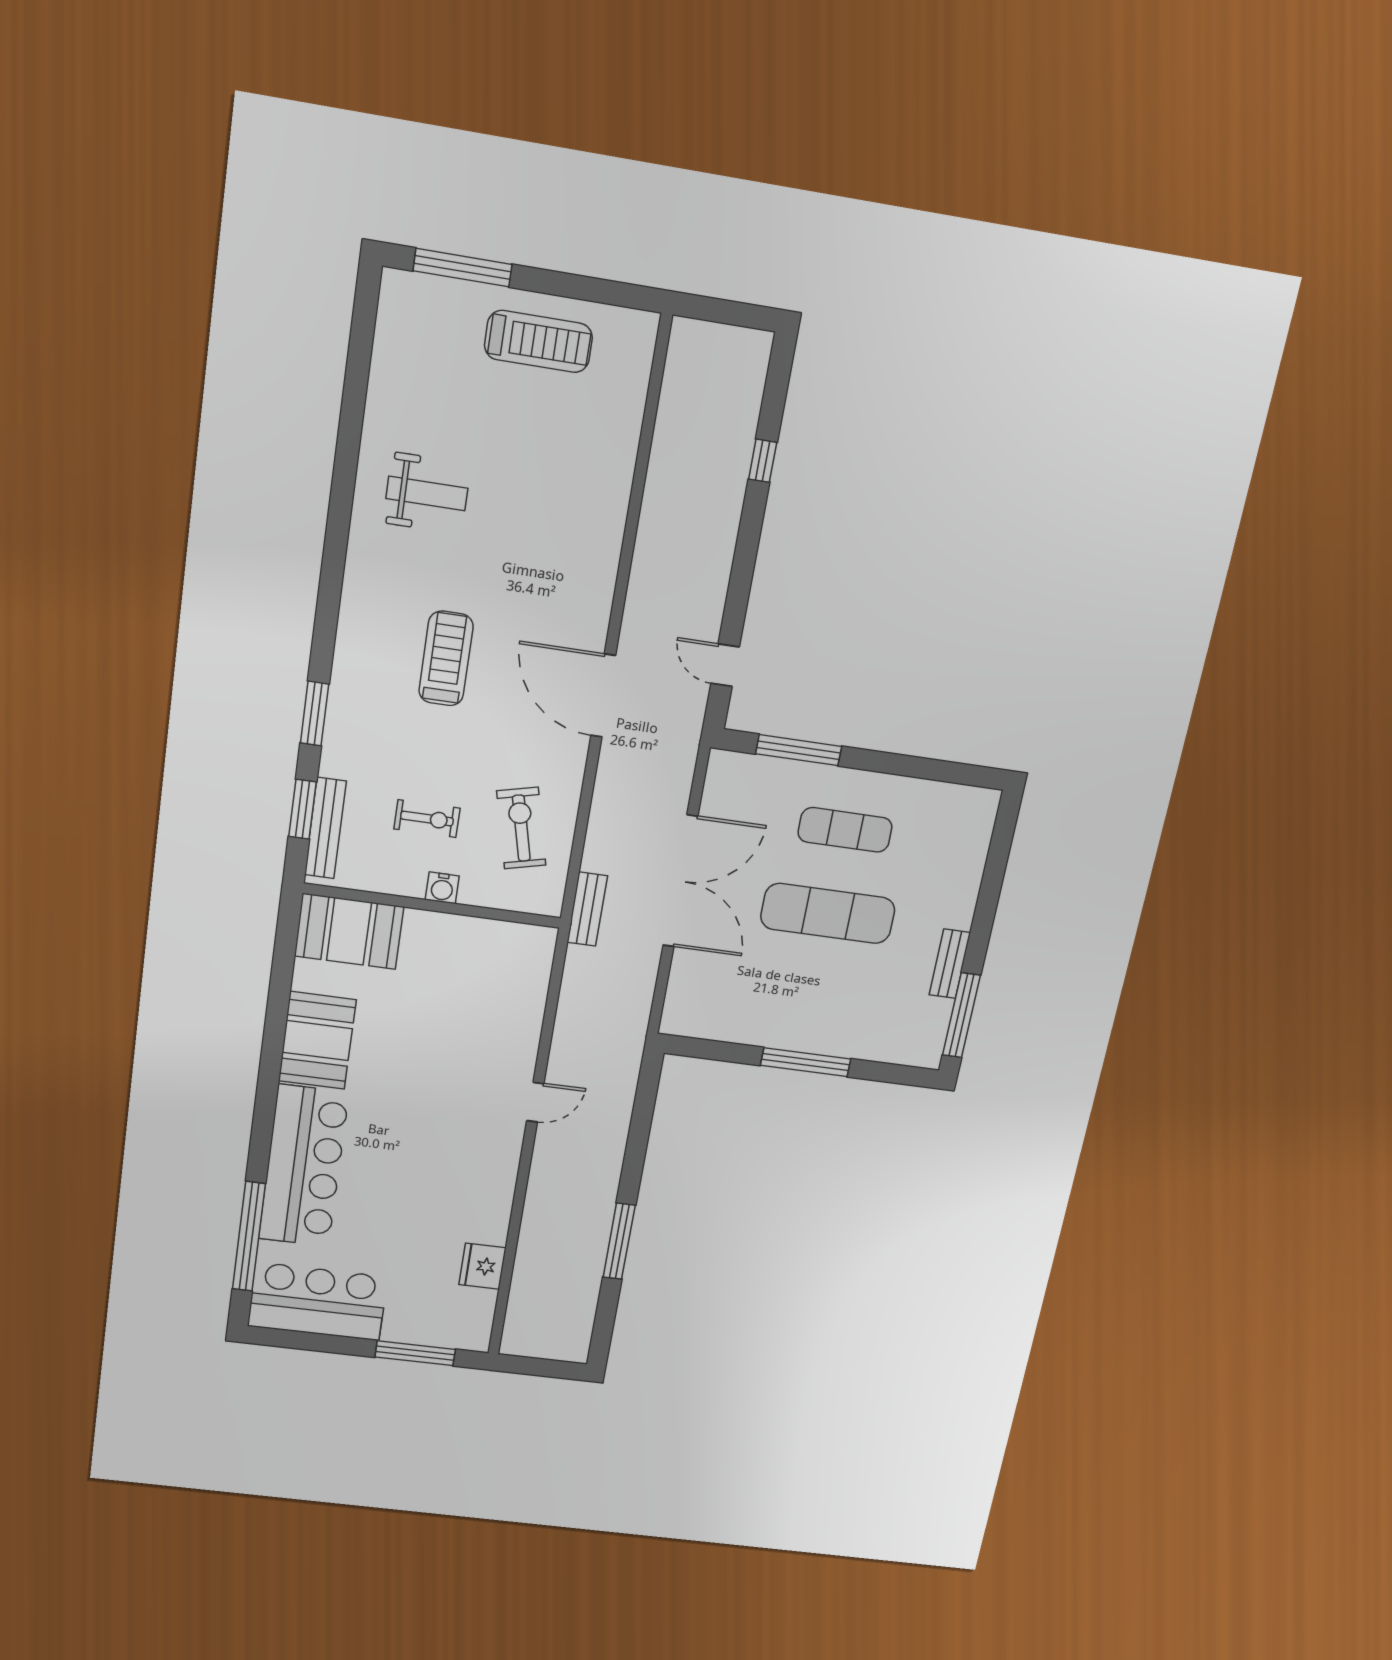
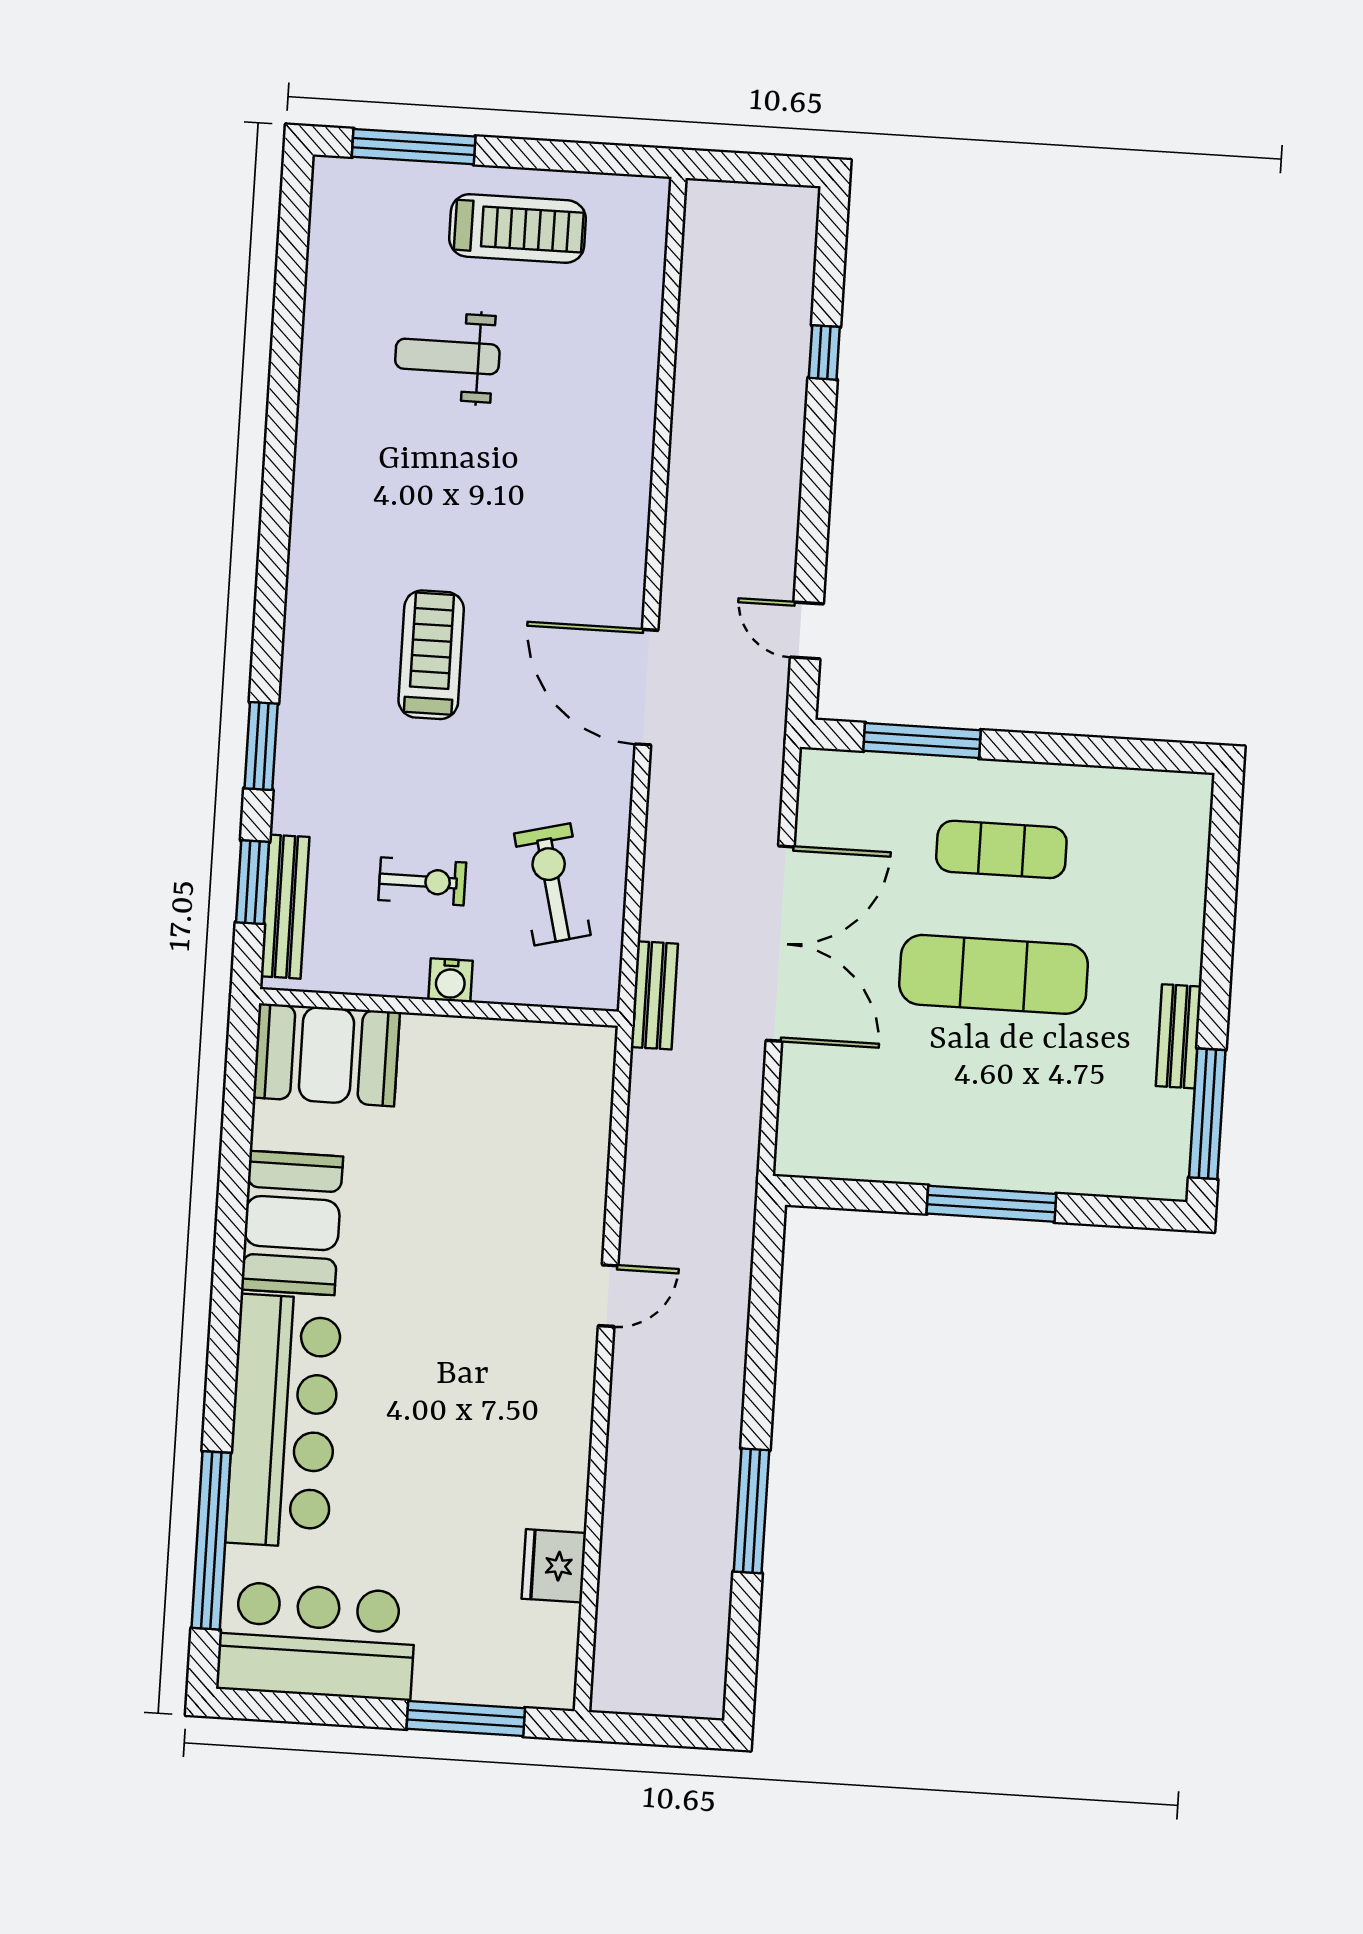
weight bench: (427, 493) -> (447, 357), moved, turned 180

